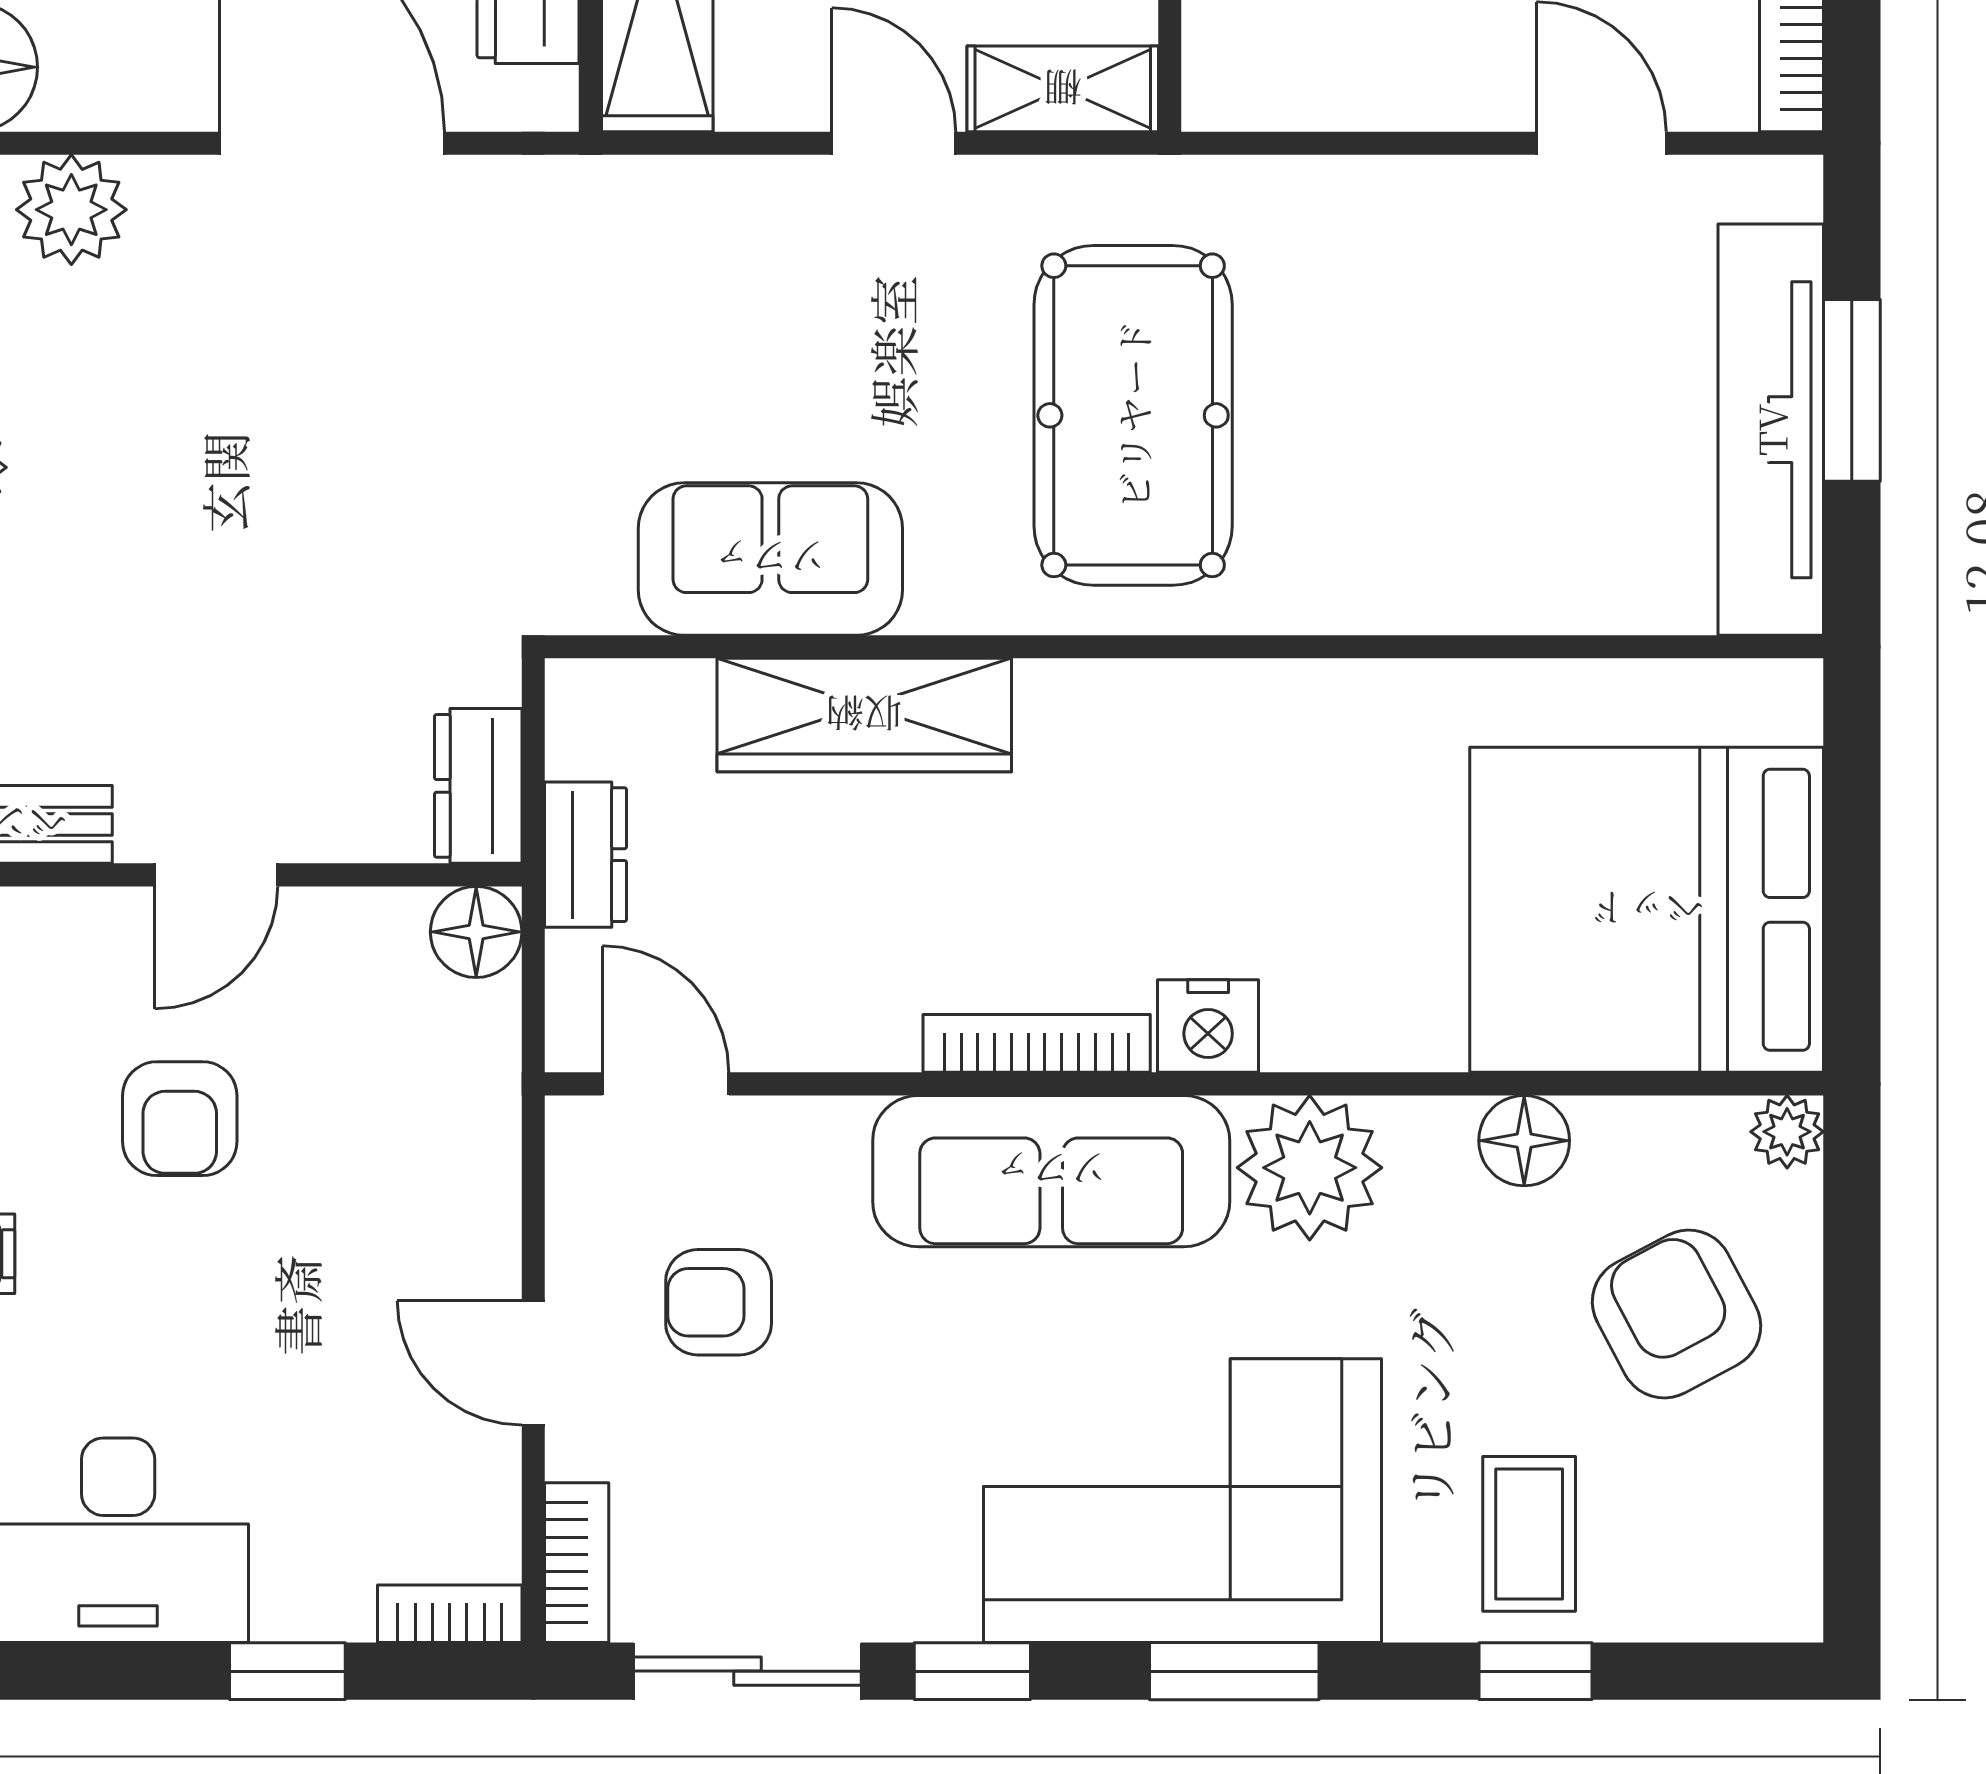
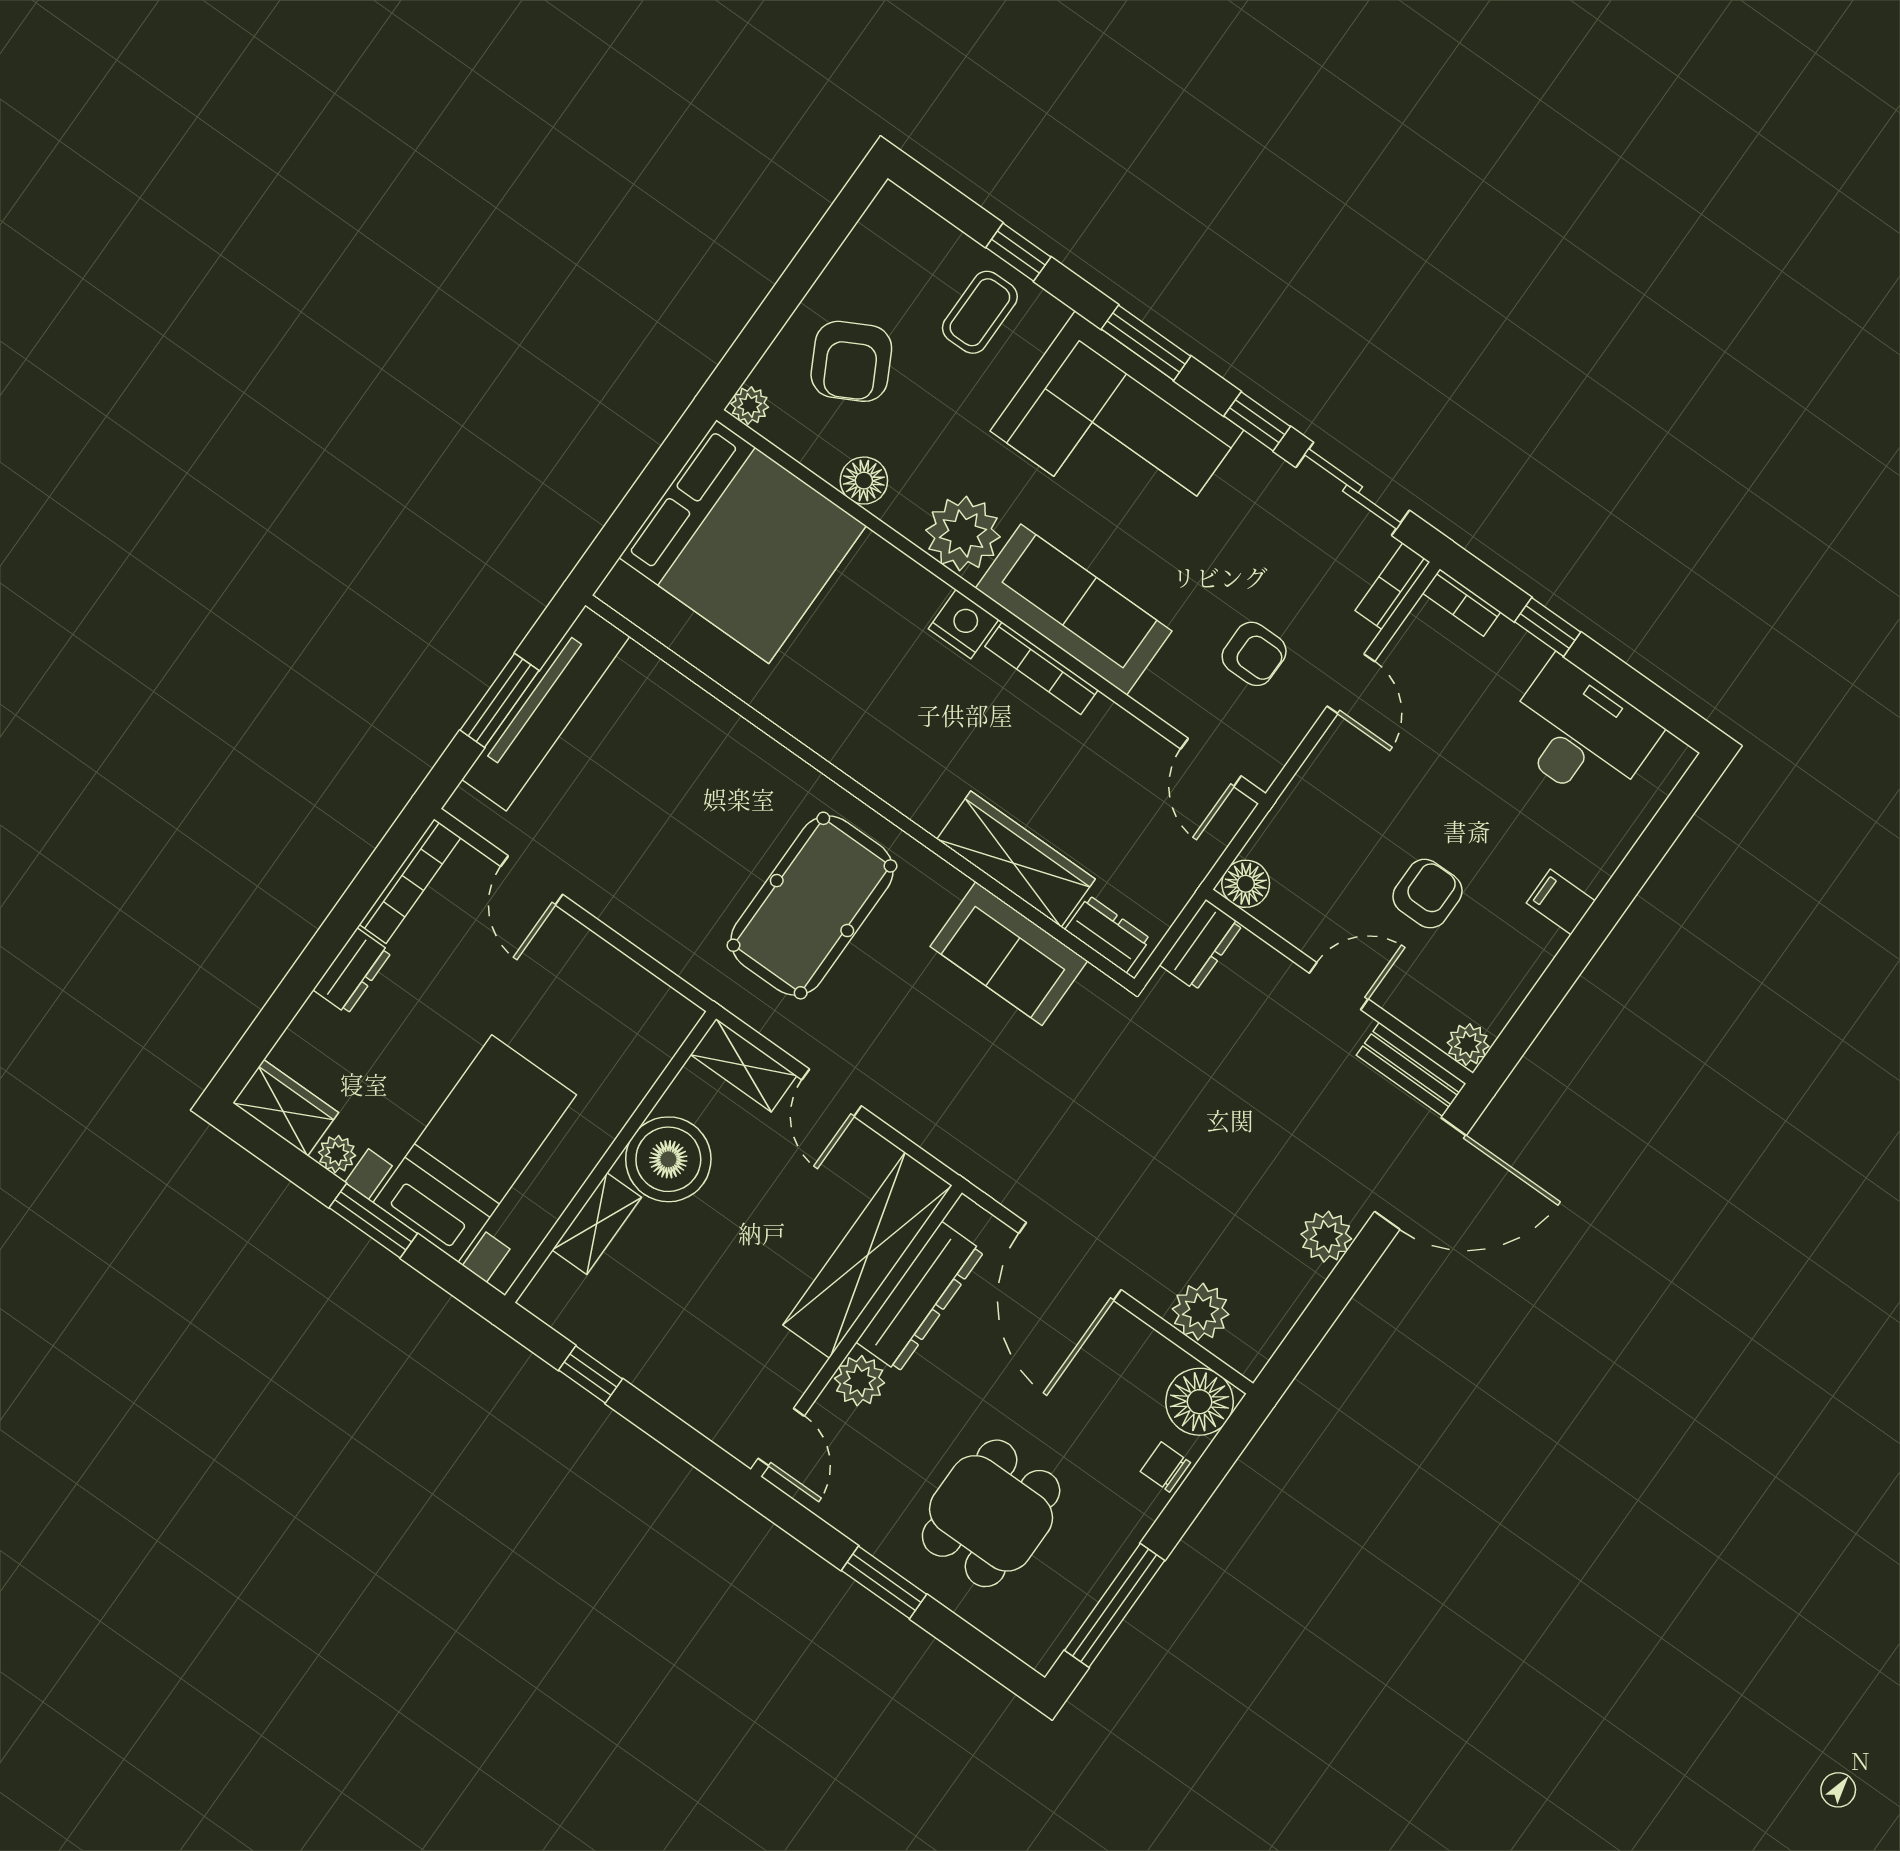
dresser: (586, 855) -> (1108, 934), moved, turned 90

